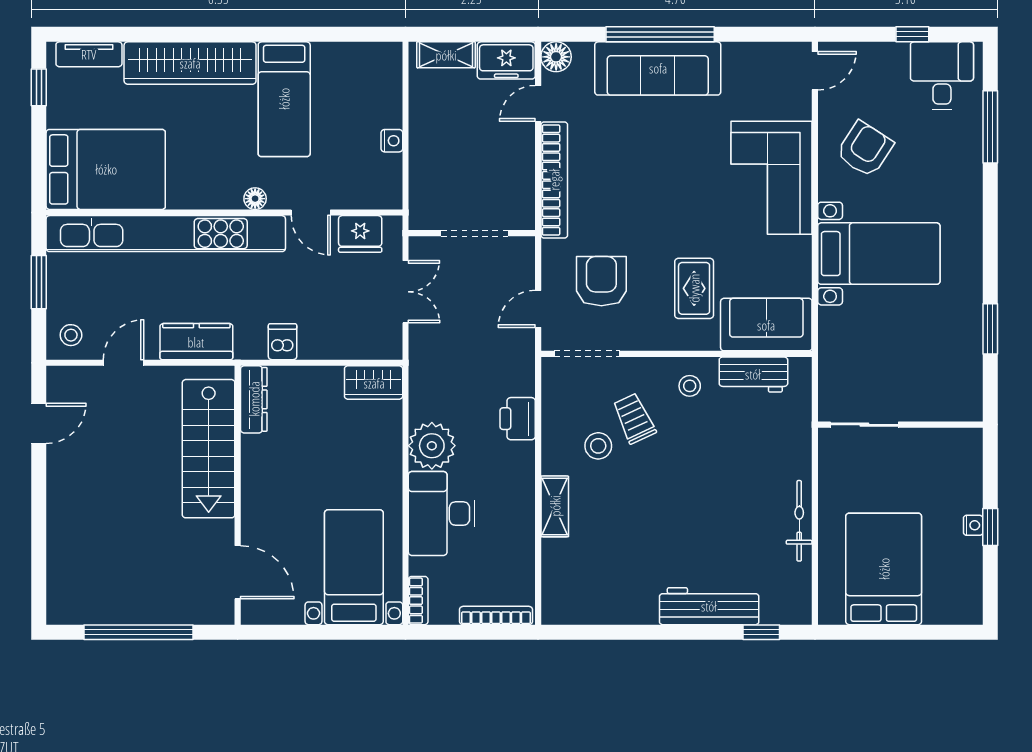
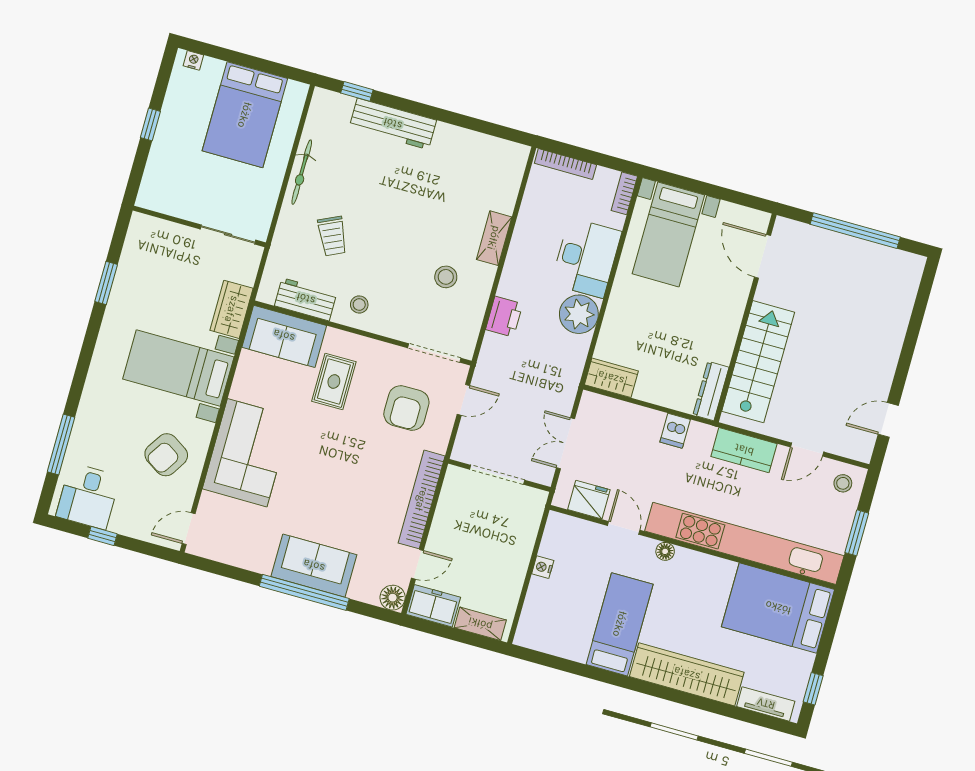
sofa: (658, 68) -> (314, 566), width x0.73
wardrobe: (836, 339) -> (232, 309), added
trolley: (634, 418) -> (332, 236), moved
nightstand: (973, 525) -> (193, 60), moved, turned 90

